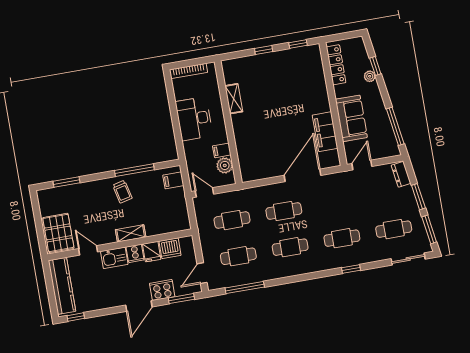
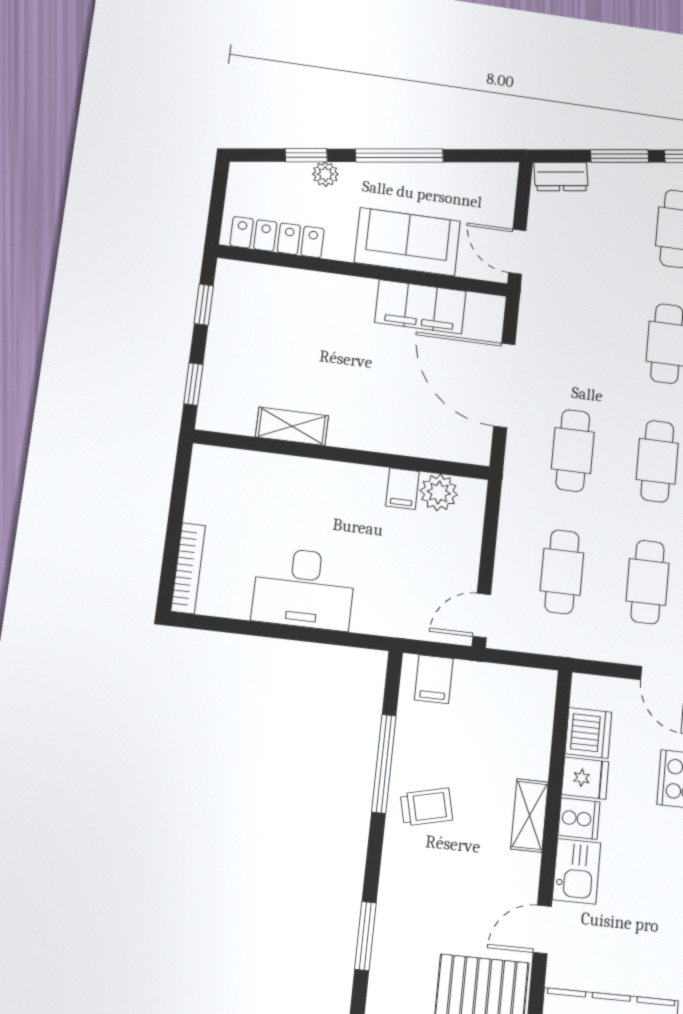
shelving: (234, 99) -> (292, 426), moved
wall: (228, 122) -> (342, 455), moved
window: (395, 126) -> (399, 155), moved
filing cabinet: (222, 150) -> (402, 489), moved
plant: (225, 165) -> (439, 492), moved

